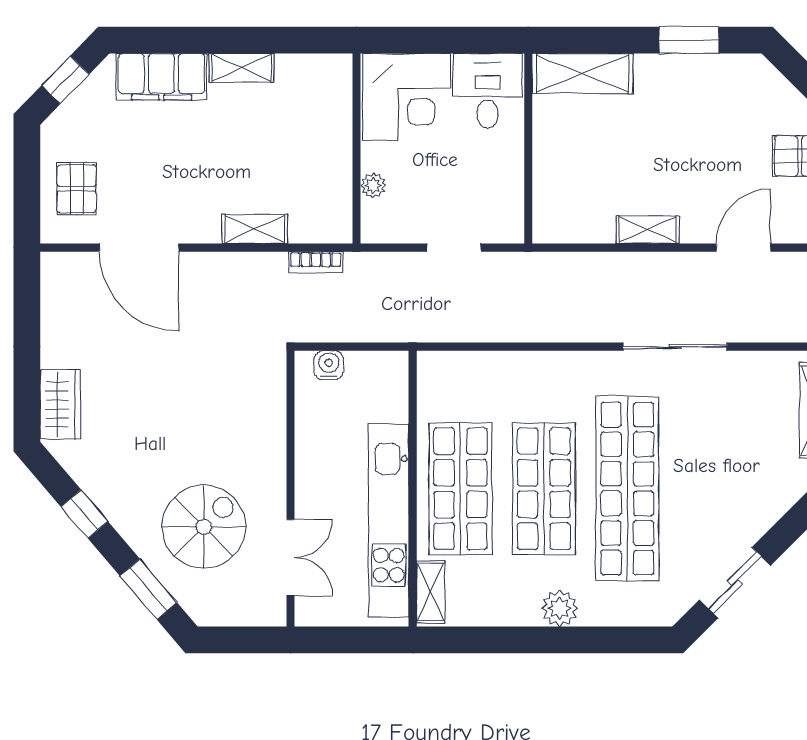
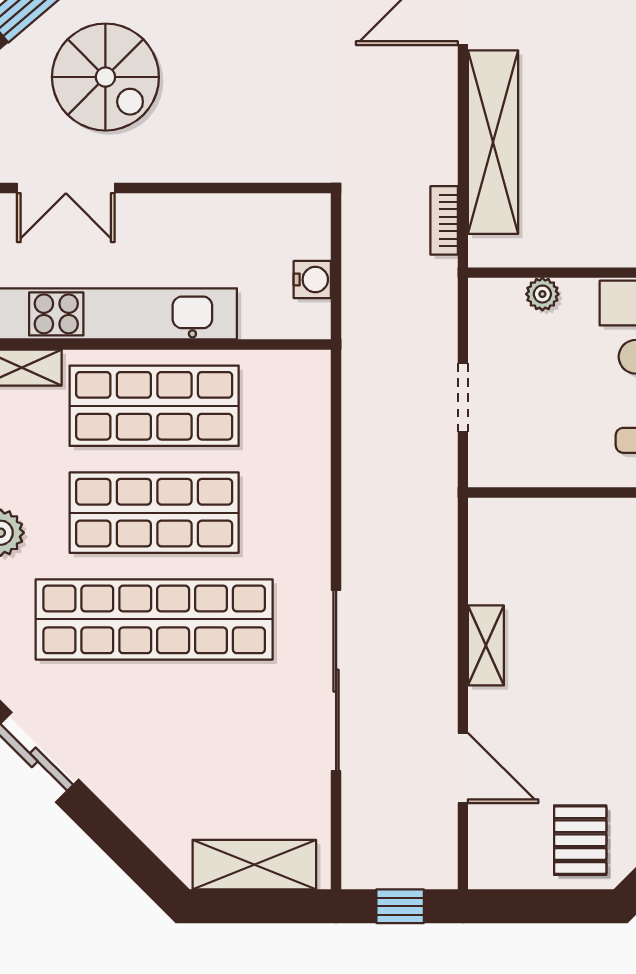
shelving: (255, 229) -> (493, 142), width x2.20, depth x1.33
sliding door: (675, 347) -> (336, 681), width x1.36
water cooler: (329, 365) -> (312, 280), moved

